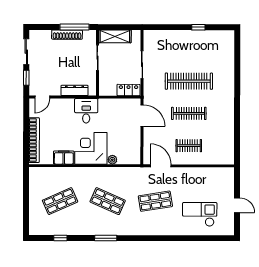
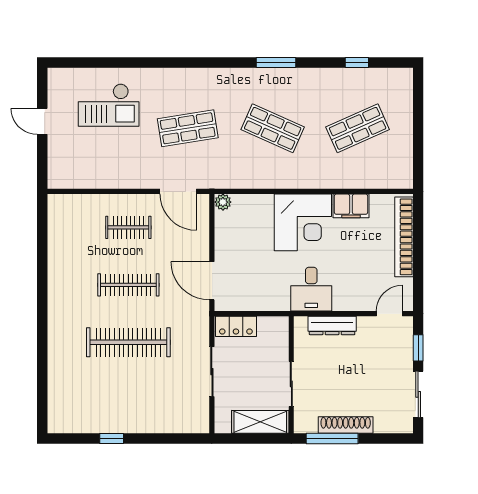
plant: (112, 160) -> (223, 202), moved

